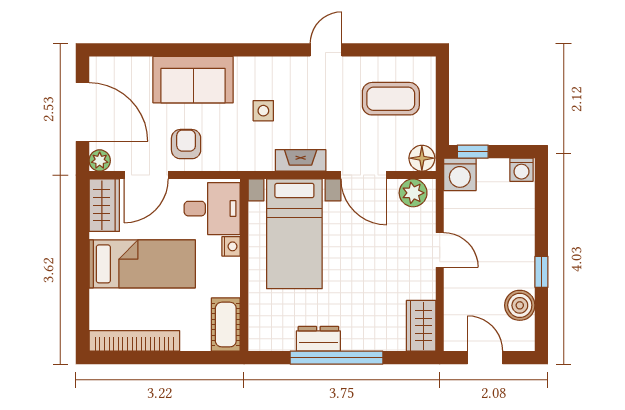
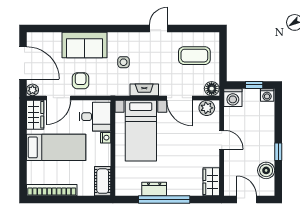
window: (473, 152) -> (254, 85), moved

